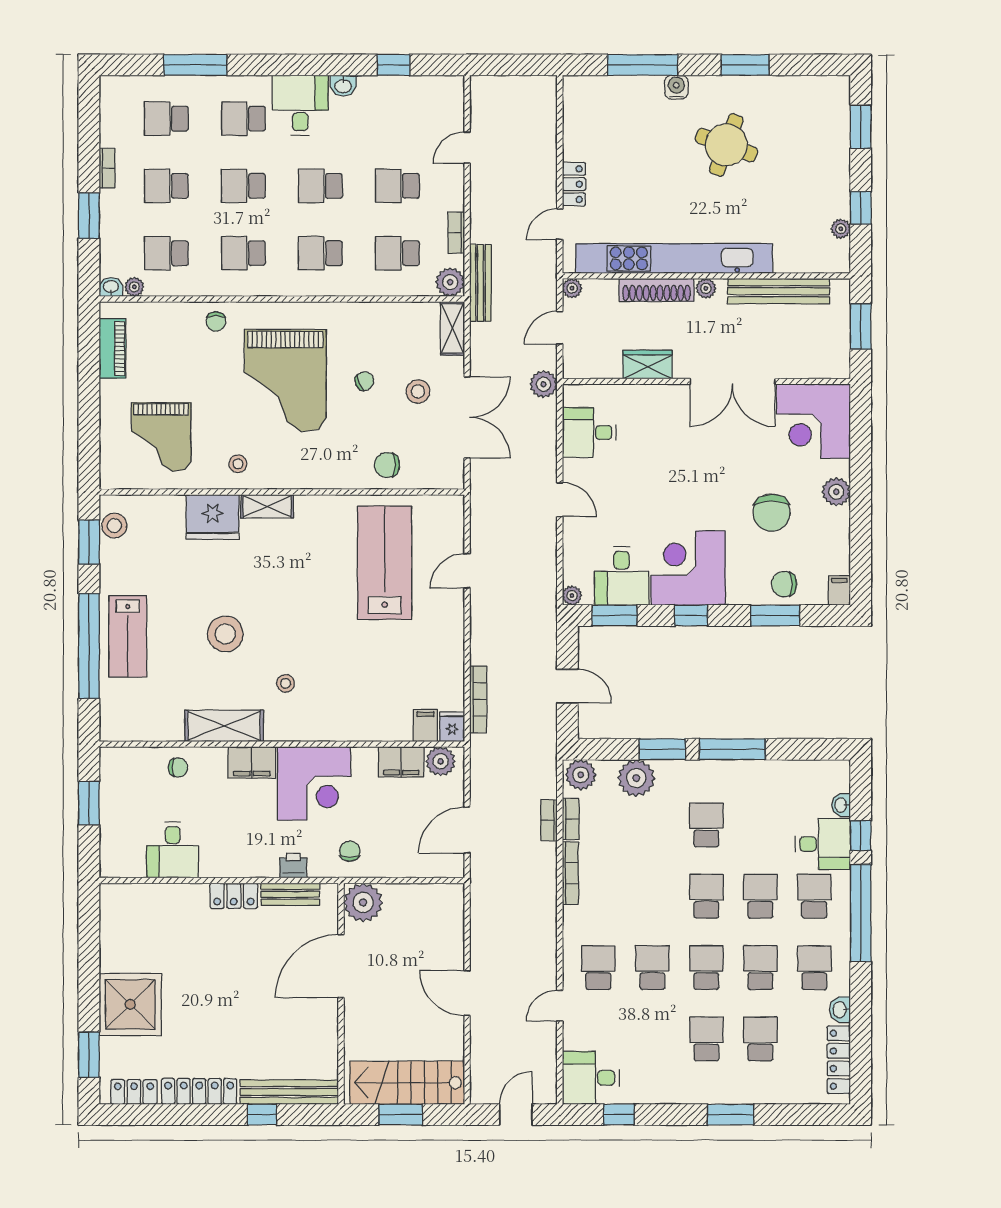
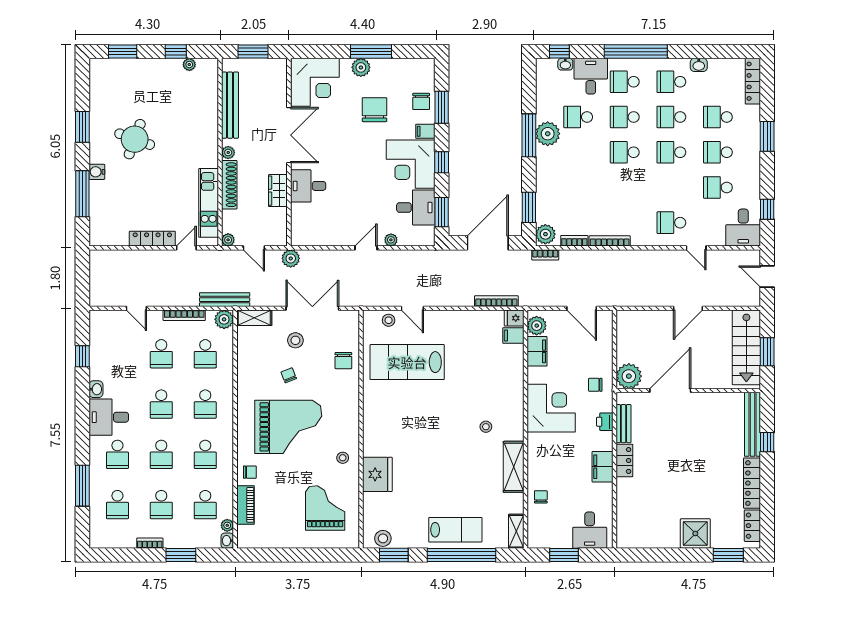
locker: (574, 184) -> (152, 239), width x1.53
door: (560, 224) -> (186, 248), swing flipped
bookcase: (456, 233) -> (184, 315), width x1.56
kitchen unit: (674, 258) -> (209, 203), width x0.54
piano: (113, 348) -> (246, 505), moved, turned 90
desk: (589, 433) -> (308, 186), moved, turned 90
grand piano: (161, 437) -> (325, 508), turned -90
shelving: (267, 506) -> (516, 531), moved
window: (861, 507) -> (371, 52), added
chair: (772, 513) -> (374, 110), turned -90
filing cabinet: (839, 591) -> (425, 131), moved
plant: (572, 595) -> (391, 240), moved
stool: (225, 634) -> (389, 320), moved, width x0.53, depth x0.53
door: (567, 686) -> (488, 243), width x1.87
window: (662, 749) -> (529, 207), moved
filing cabinet: (252, 762) -> (603, 467), moved, turned 180
plant: (636, 778) -> (548, 134), moved
bookcase: (549, 820) -> (545, 255), moved
school desk: (706, 825) -> (578, 117), moved
window: (861, 836) -> (559, 52), moved
desk: (173, 850) -> (590, 530), moved, turned 90
door: (341, 966) -> (670, 391), swing flipped
school desk: (652, 968) -> (718, 187), moved
shower: (130, 1004) -> (695, 533), width x0.73, depth x0.73
locker: (839, 1060) -> (753, 81), moved, turned 90

